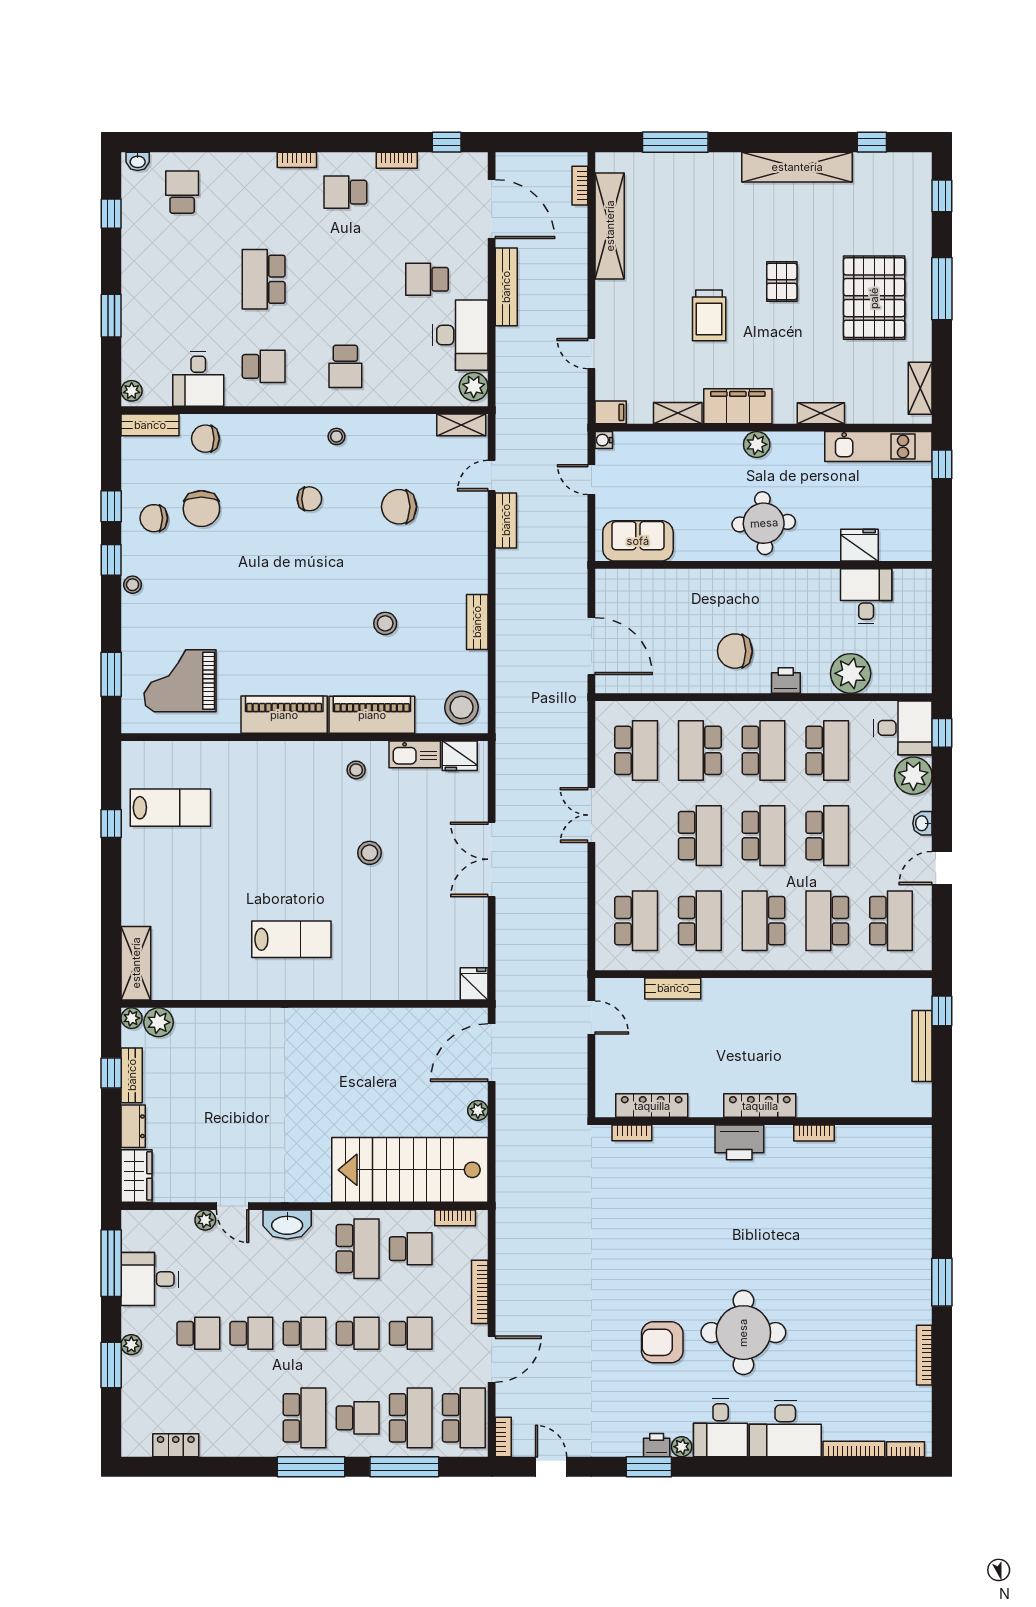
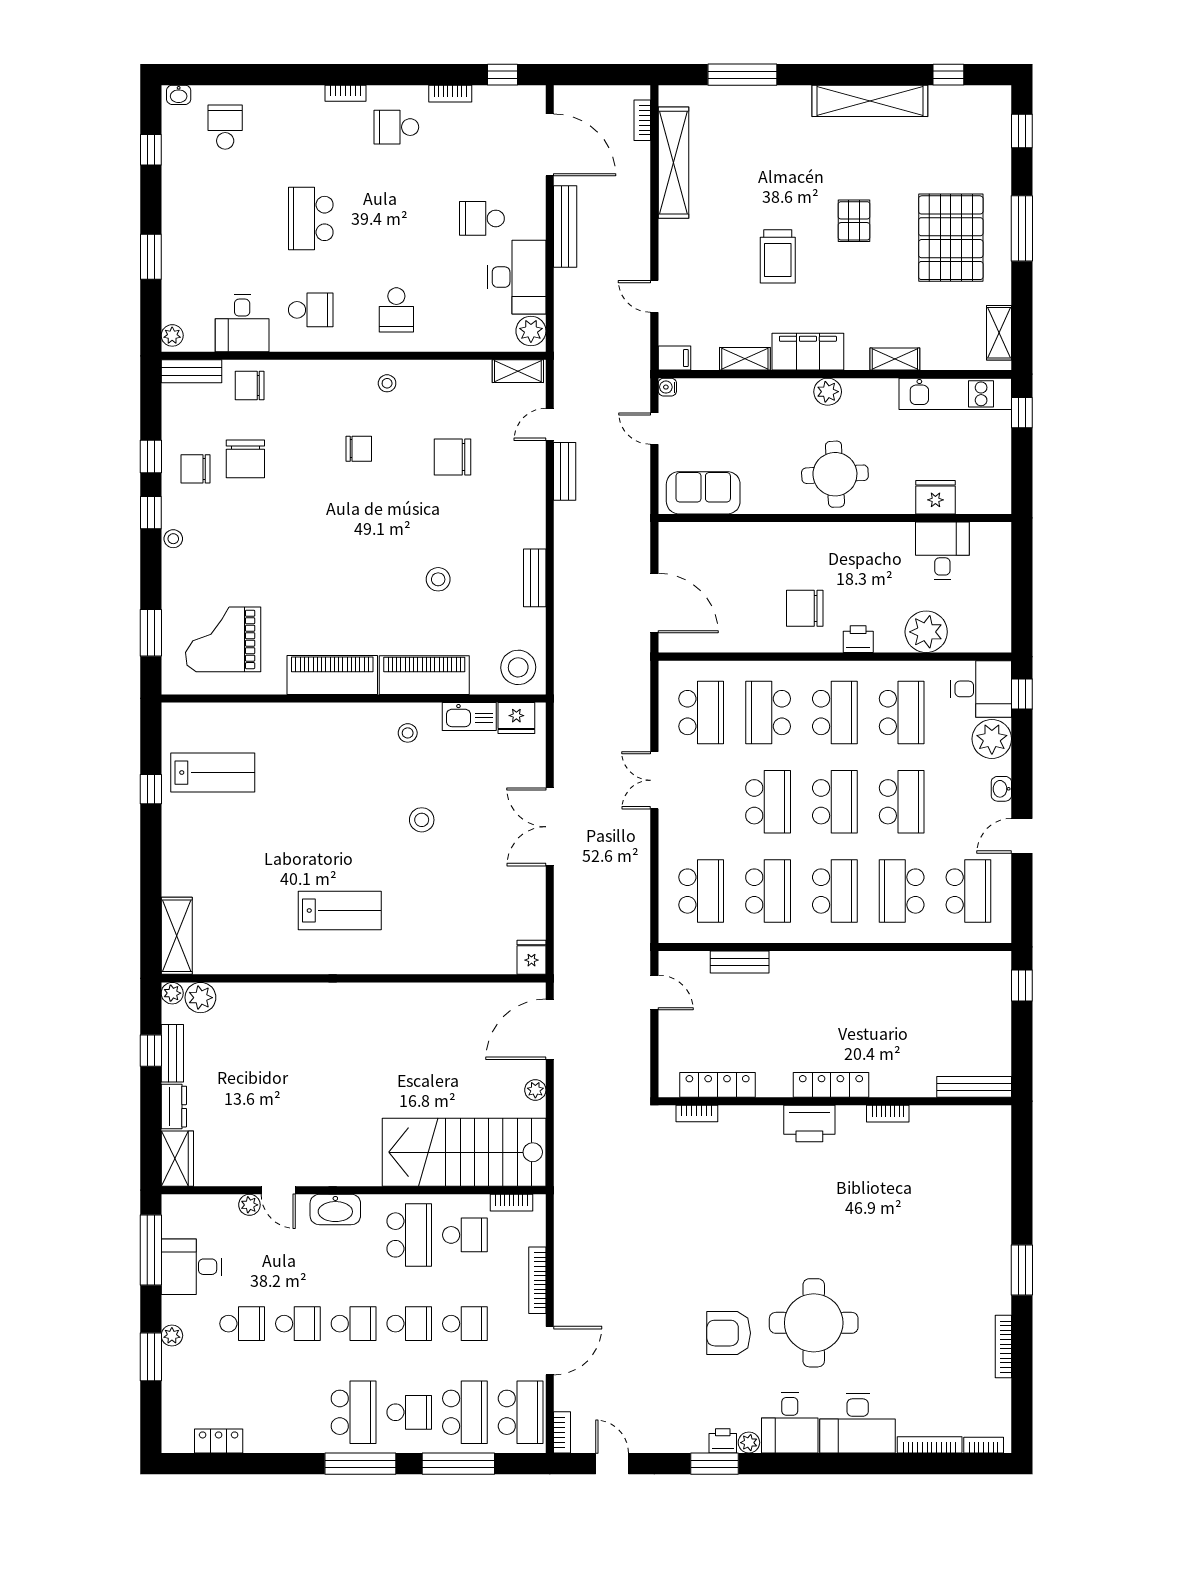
school desk: (764, 921) -> (835, 891), turned 180
bench: (922, 1046) -> (974, 1087), moved, turned 90

